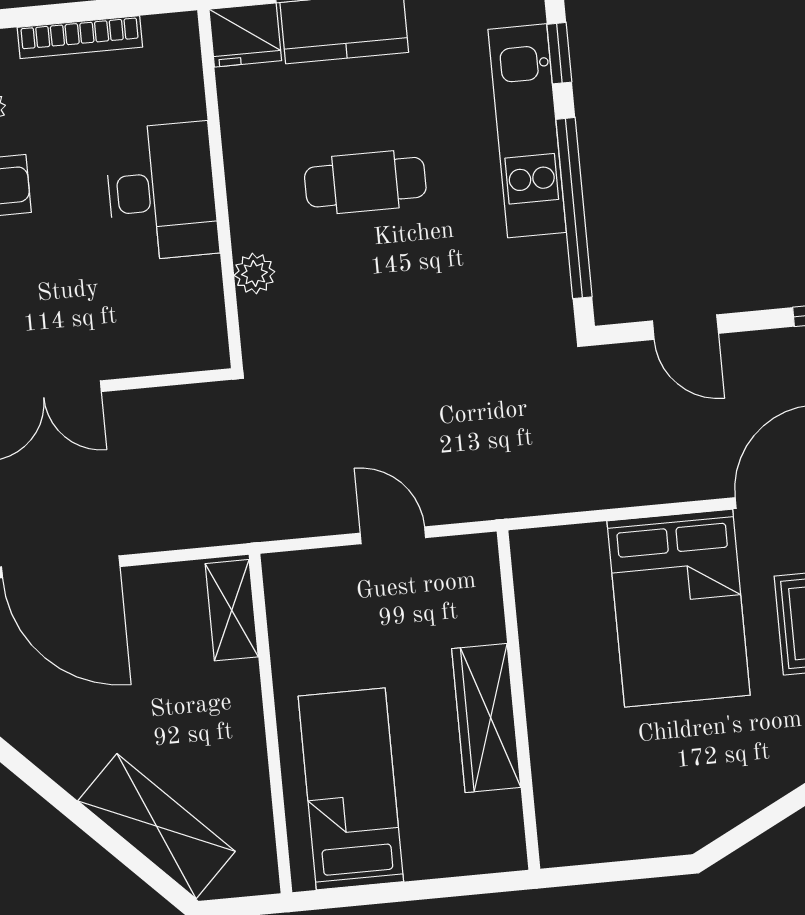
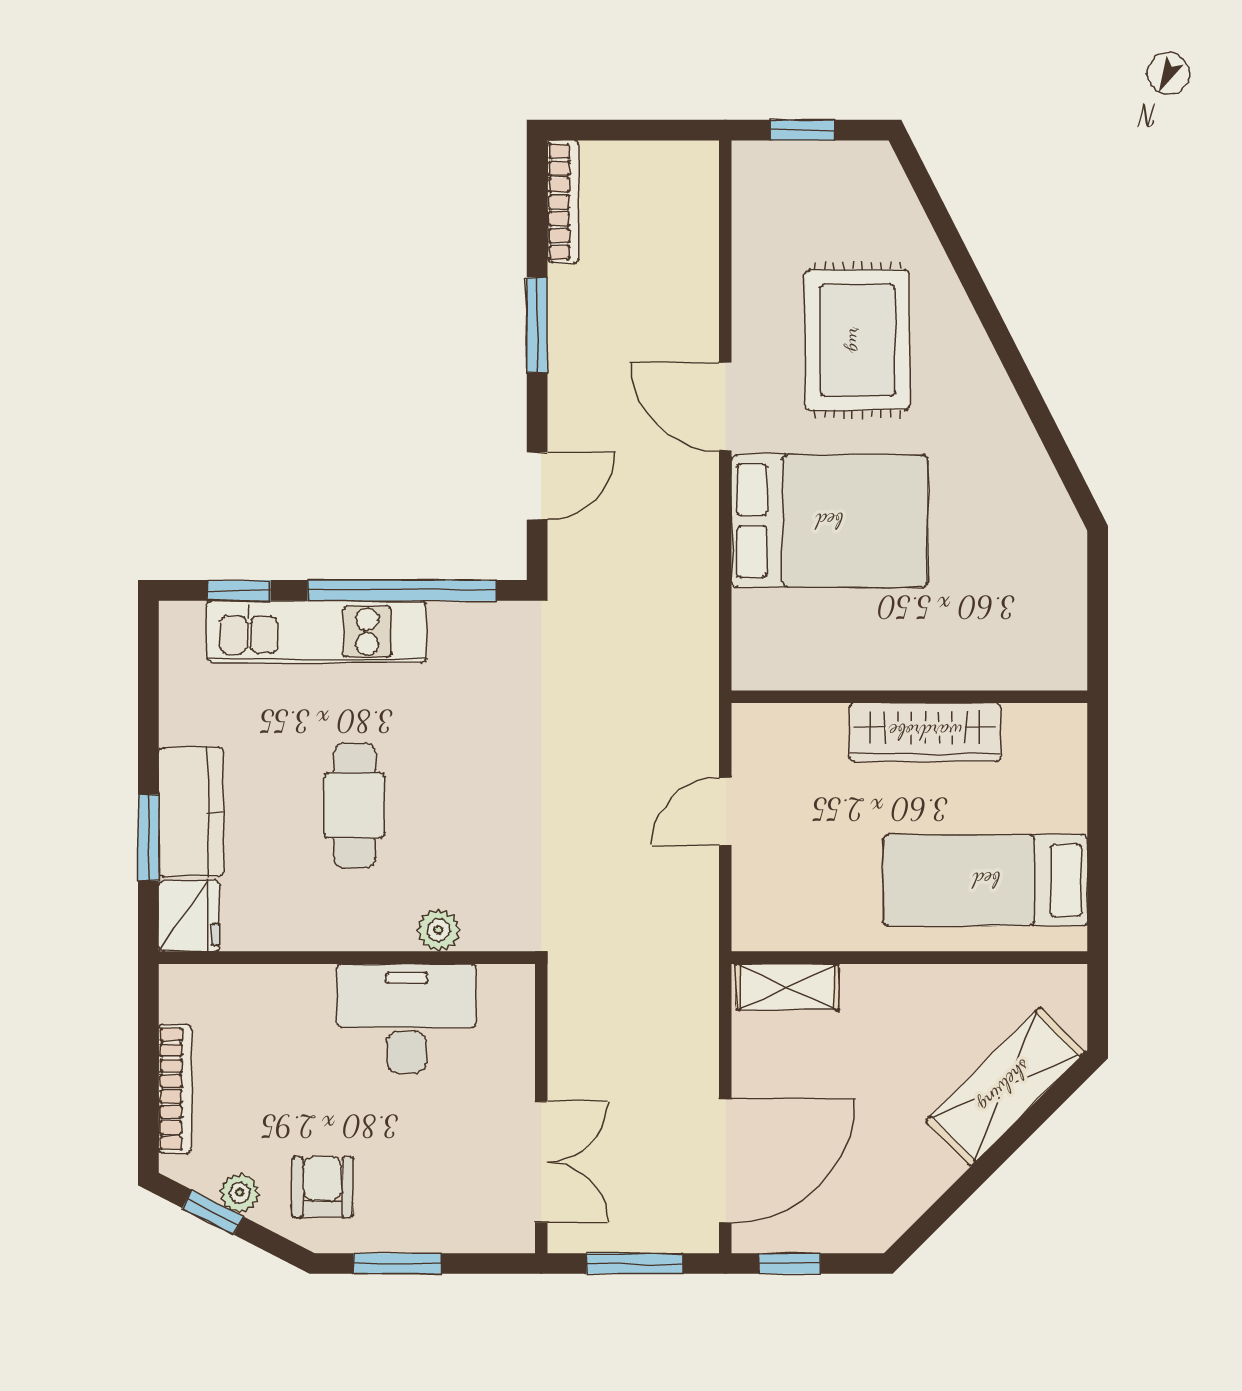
desk: (162, 191) -> (407, 1019), moved

